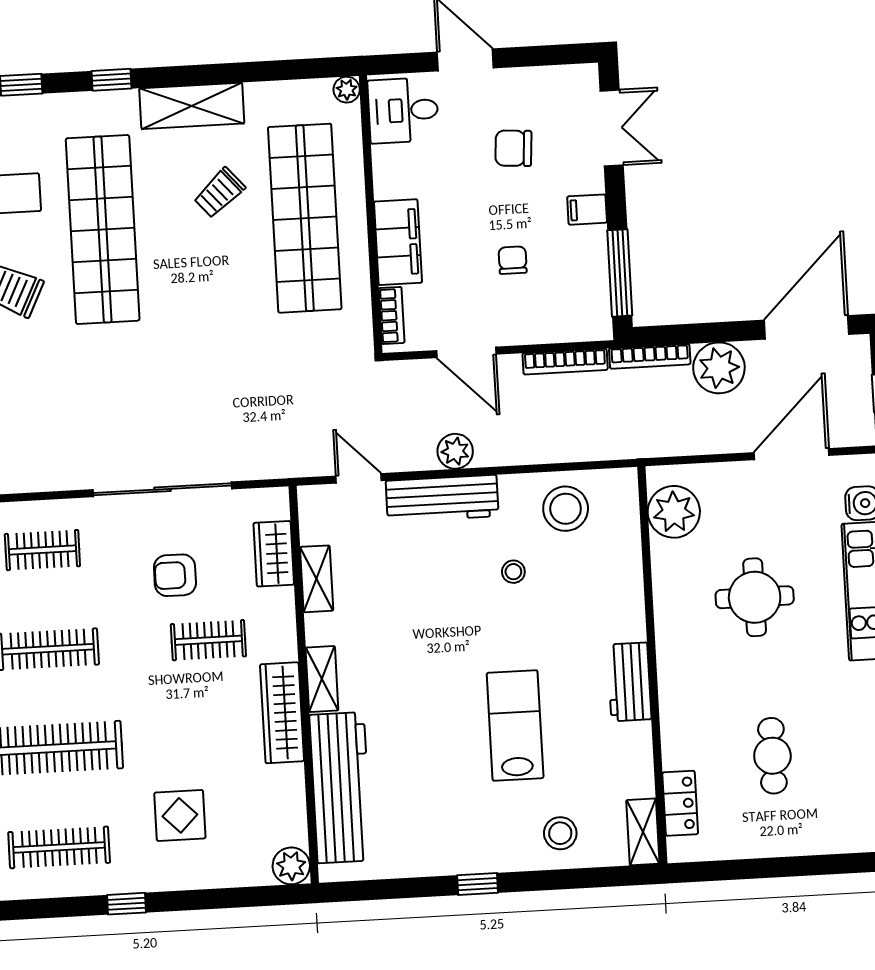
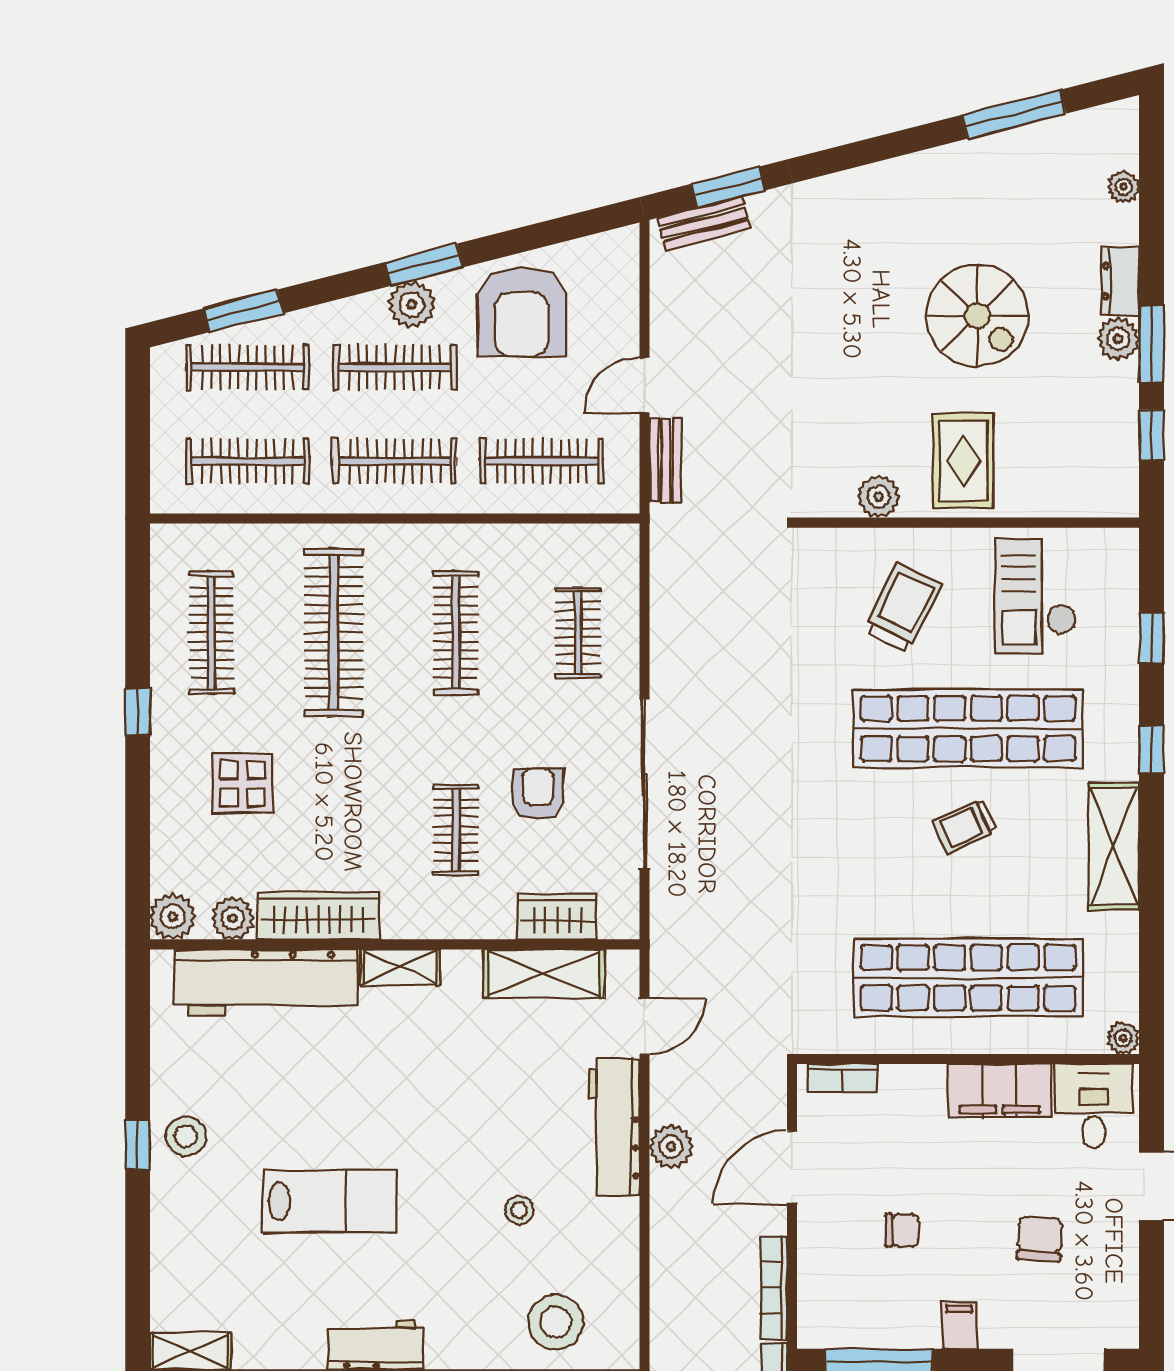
trolley: (219, 193) -> (965, 826), moved, turned -74
filing cabinet: (398, 242) -> (1000, 1091), moved
stool: (566, 509) -> (556, 1322), moved
shelving: (317, 579) -> (544, 974), width x1.50, depth x1.33
wardrobe: (282, 713) -> (318, 916), moved
plant: (290, 817) -> (233, 918), added
stool: (560, 833) -> (186, 1136), moved

